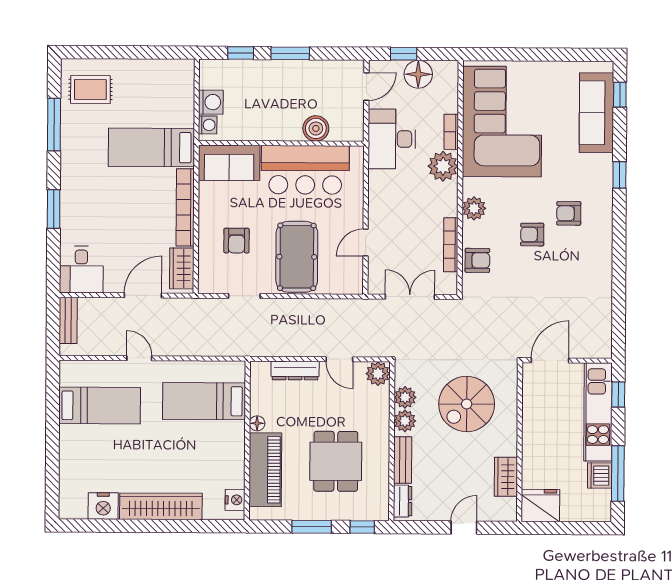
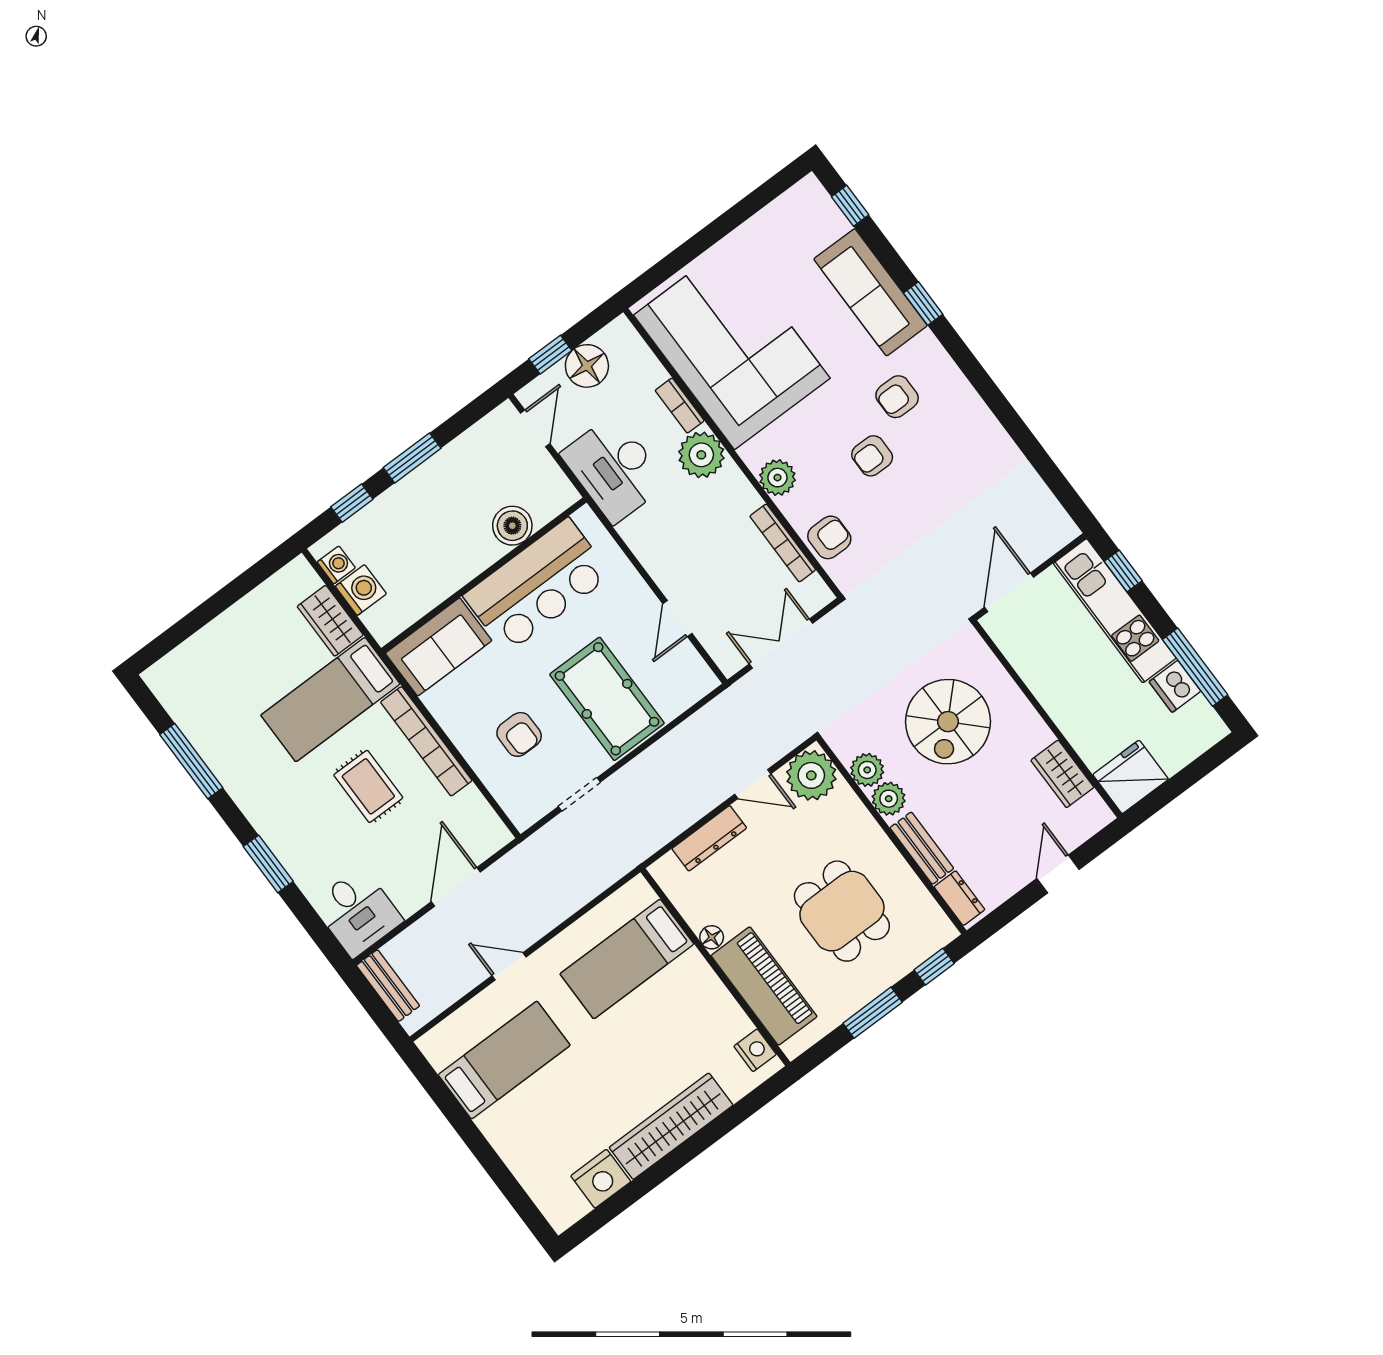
rug: (90, 89) -> (368, 786), moved, turned 90
sofa: (596, 113) -> (871, 292), moved
washing machine: (208, 125) -> (336, 565), moved
wardrobe: (182, 268) -> (330, 621), moved
plant: (378, 374) -> (811, 775), width x1.36, depth x1.36

